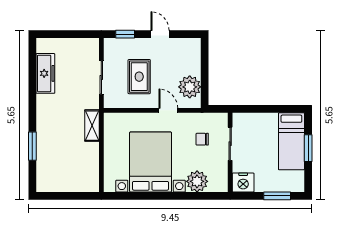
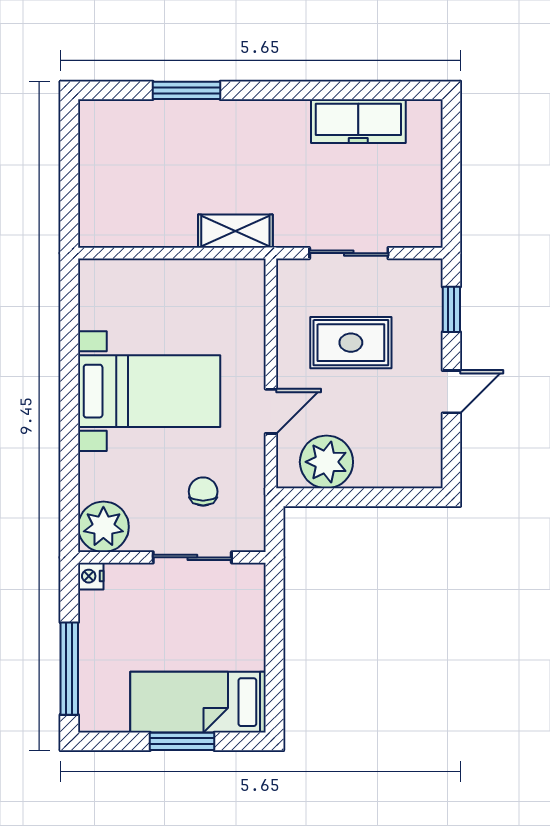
bed with nightstands: (151, 162) -> (149, 391), width x0.73
plant: (197, 181) -> (103, 527), moved
nightstand: (243, 182) -> (91, 576), width x0.53, depth x0.56
window: (277, 196) -> (69, 669), width x1.44

